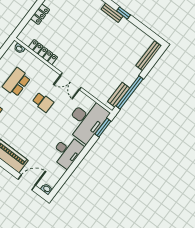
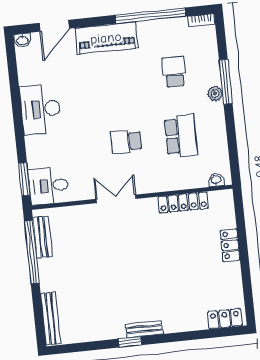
desk: (86, 120) -> (49, 186), width x0.53, depth x0.77

